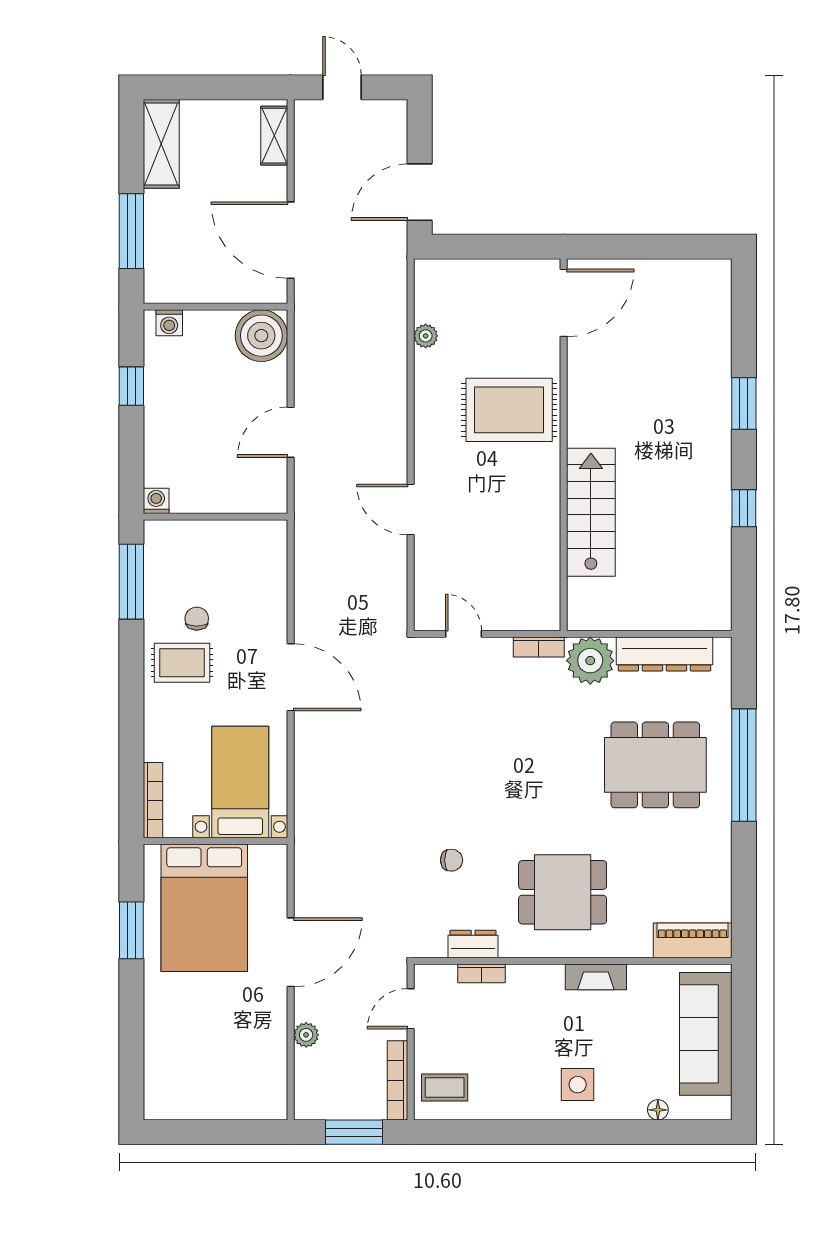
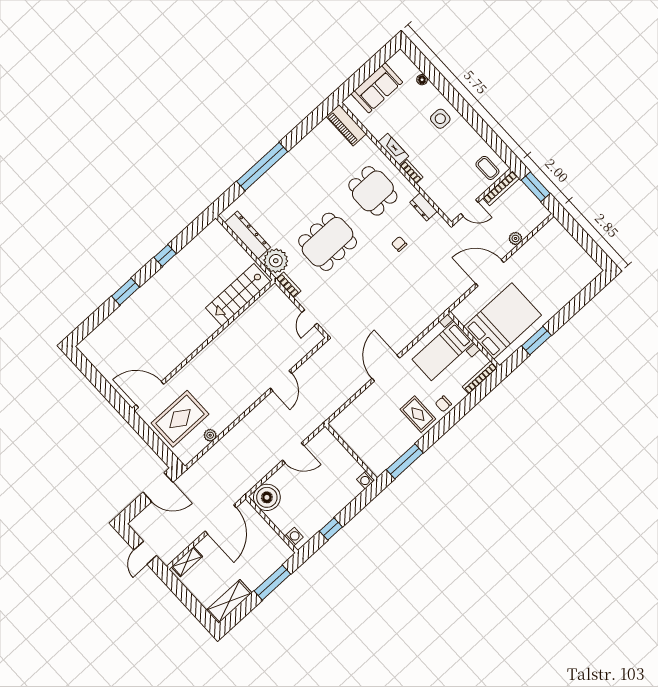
rug: (509, 410) -> (180, 419), moved, turned 90
stairs: (591, 512) -> (238, 295), moved
chair: (197, 619) -> (443, 404), moved
dining table: (655, 765) -> (328, 242), moved, turned 90
bookcase: (481, 973) -> (412, 172), moved
sofa: (706, 1034) -> (377, 88), width x0.73

